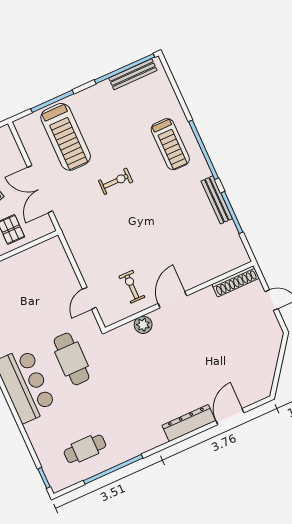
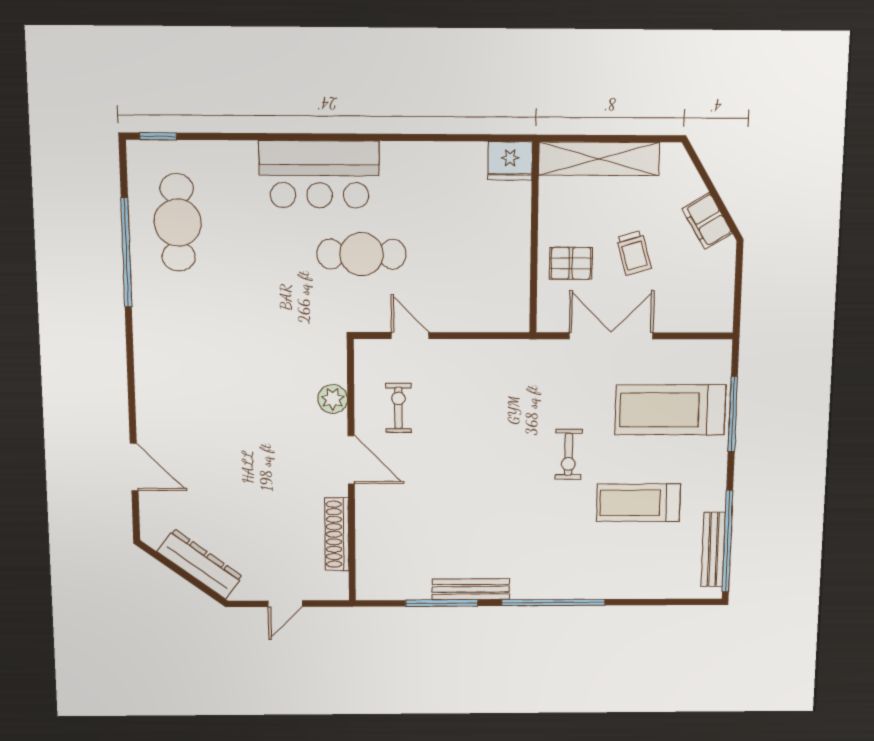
treadmill: (170, 144) -> (638, 503), moved
shoe rack: (236, 281) -> (337, 534), moved
exercise bike: (132, 287) -> (398, 408), turned -90
cafe table: (71, 359) -> (362, 254), moved
dresser: (189, 423) -> (200, 564), moved, turned -53
cafe table: (85, 449) -> (178, 223), width x1.37, depth x1.35

